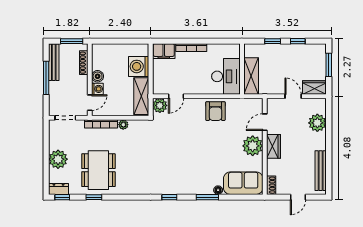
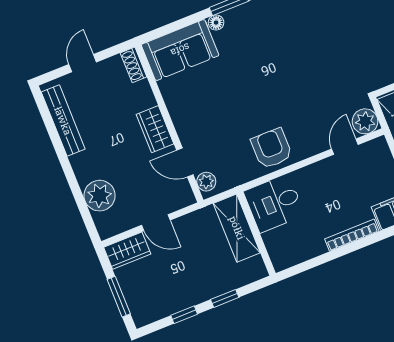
desk: (226, 76) -> (274, 203), width x0.73
door: (265, 122) -> (185, 163), swing flipped
plant: (253, 146) -> (206, 182), moved, width x0.53, depth x0.53

